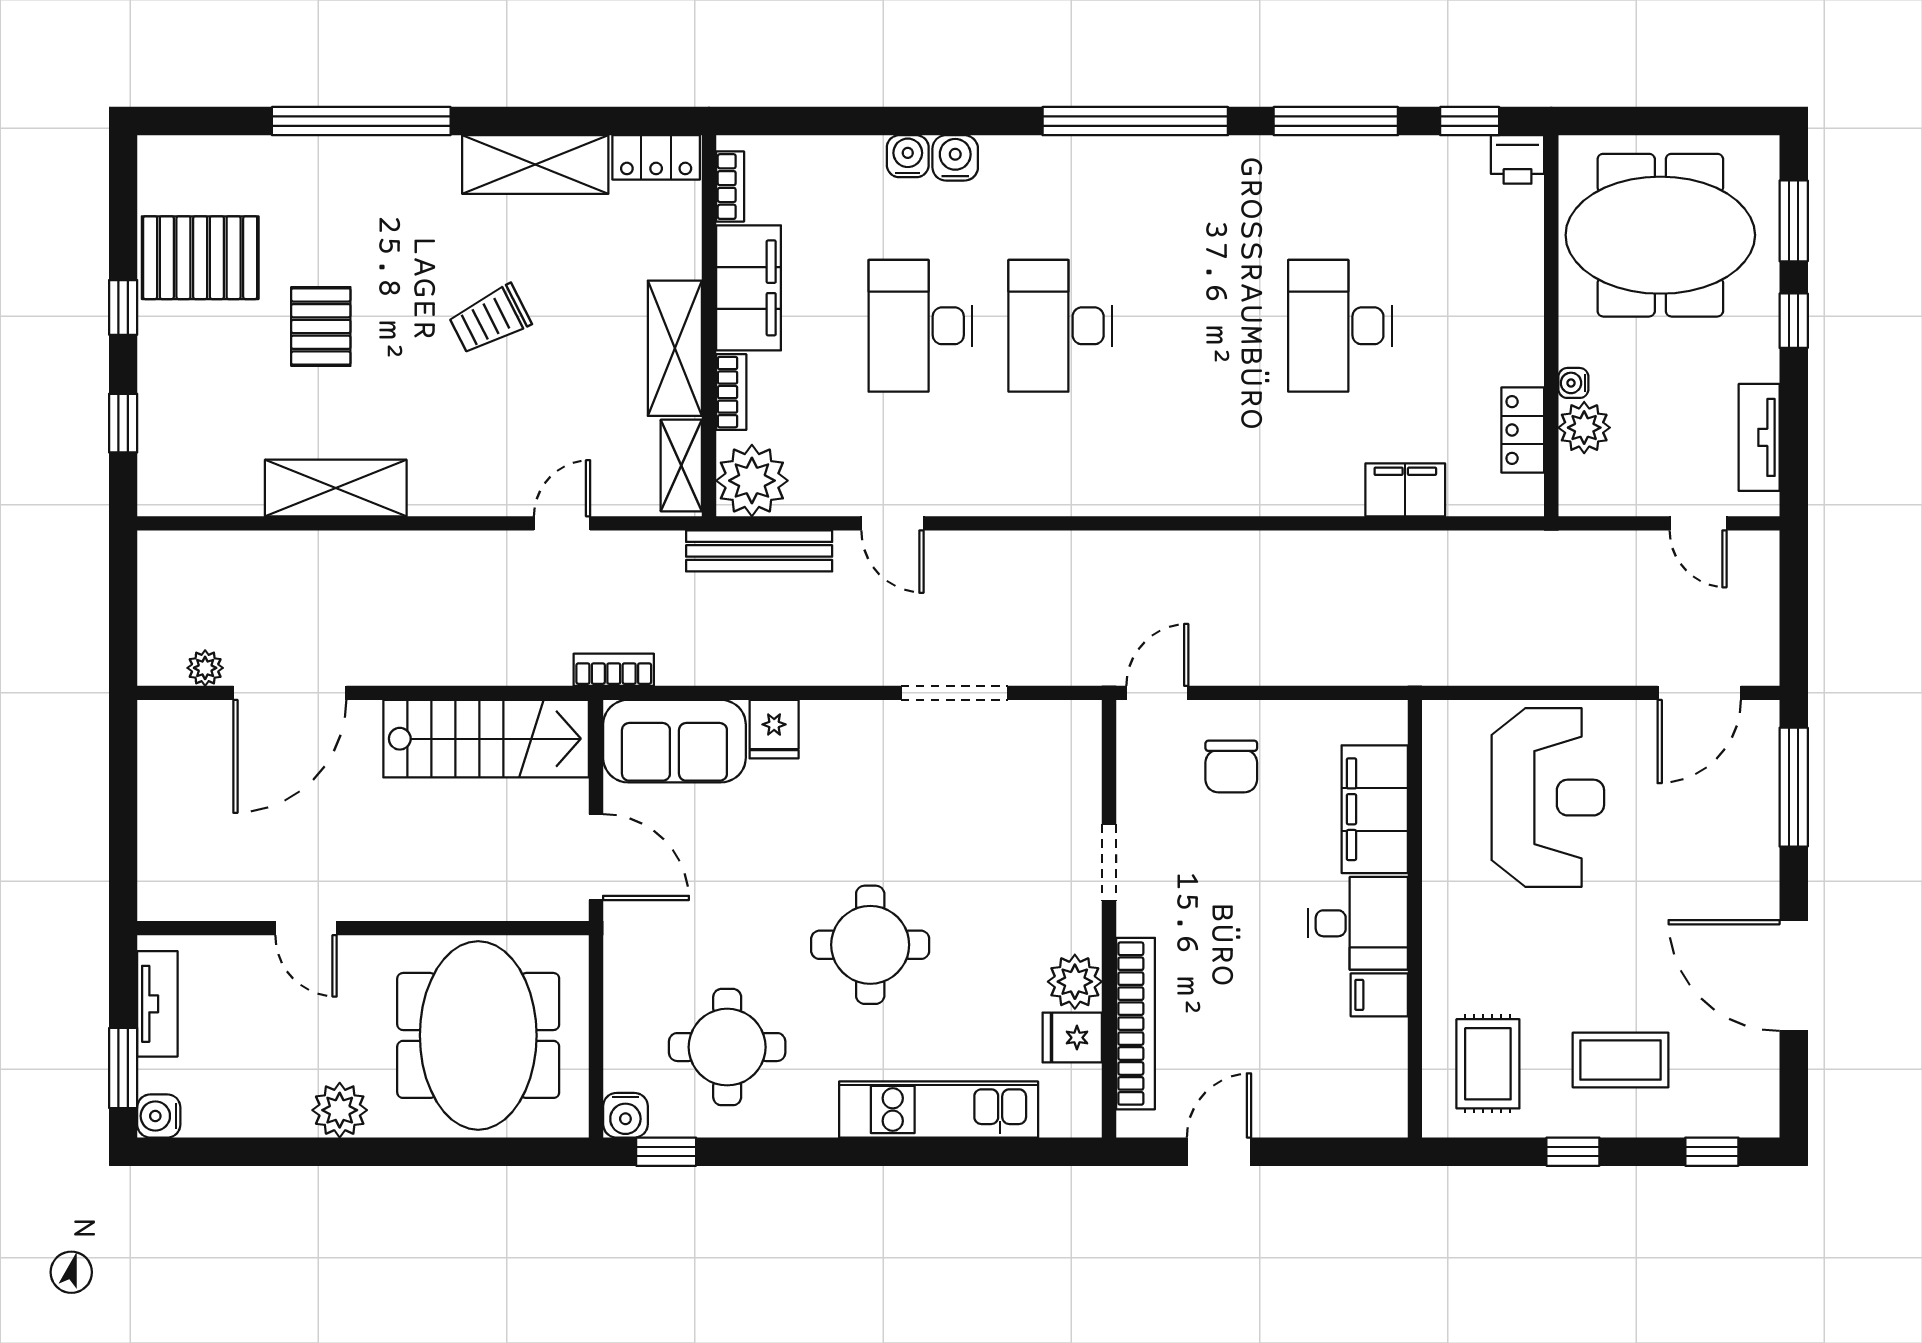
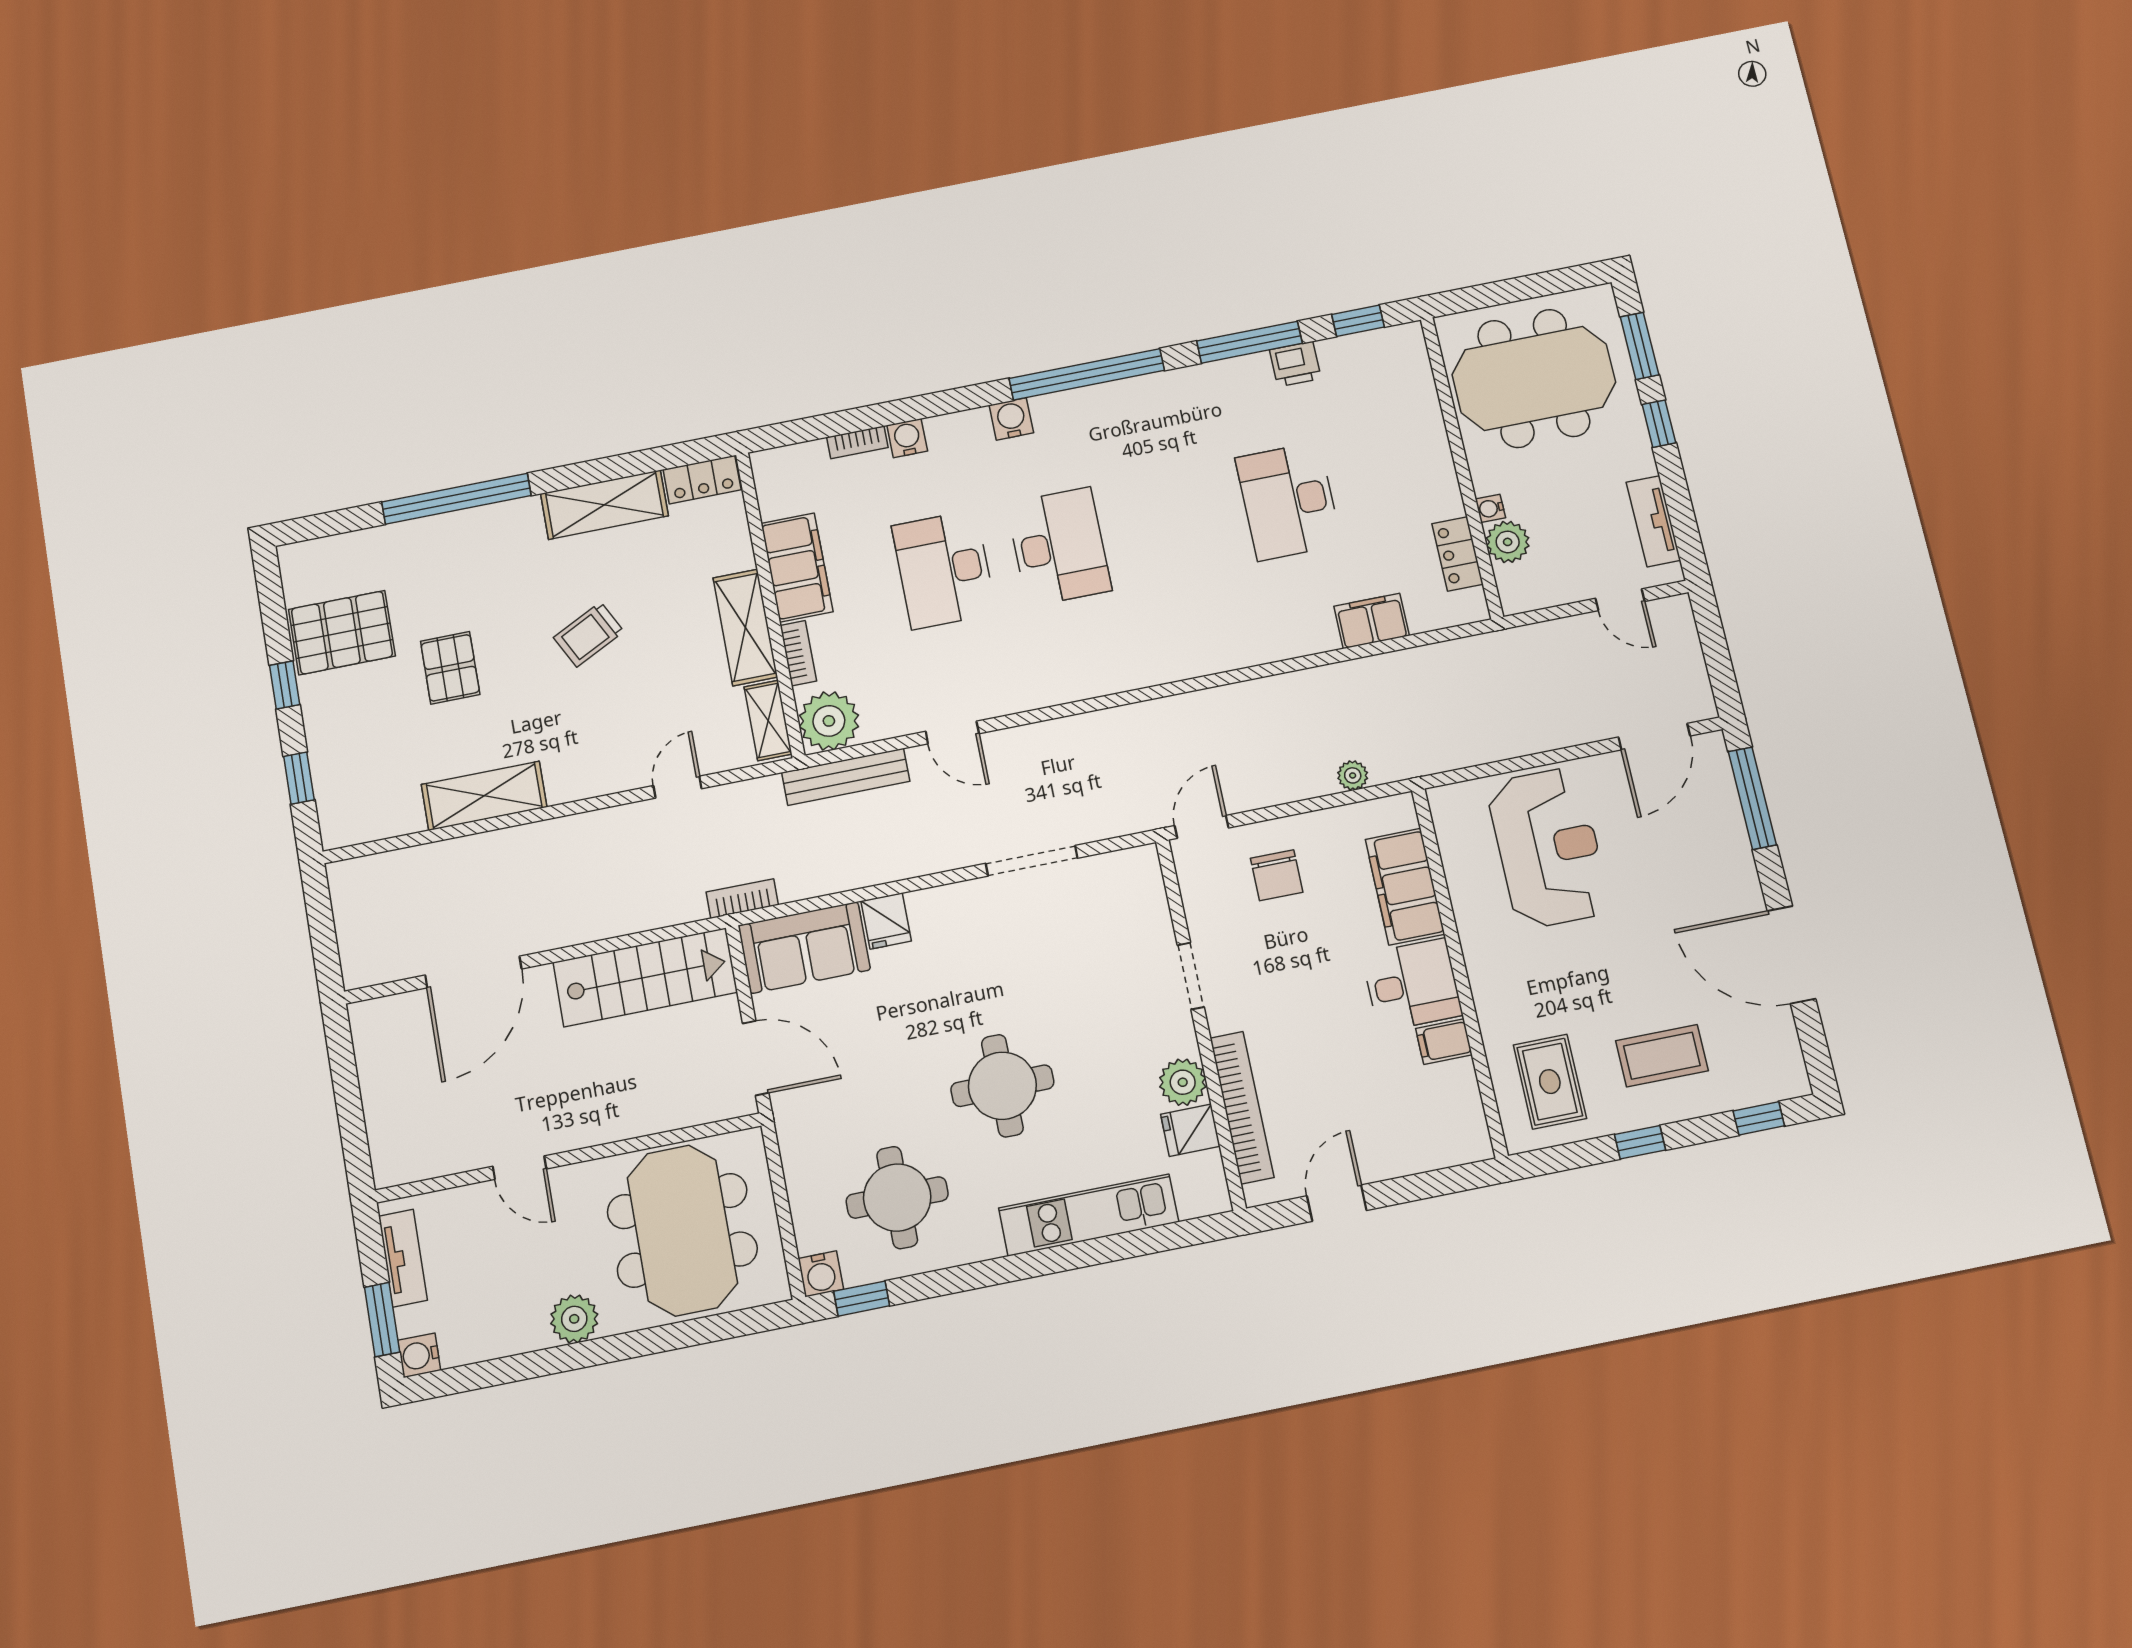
water cooler: (955, 158) -> (1011, 419), moved
printer: (1518, 159) -> (1295, 364), moved
bookcase: (730, 187) -> (857, 442), moved, turned 90
desk: (1060, 326) -> (1059, 547), turned 180
plant: (205, 668) -> (1353, 775), moved

